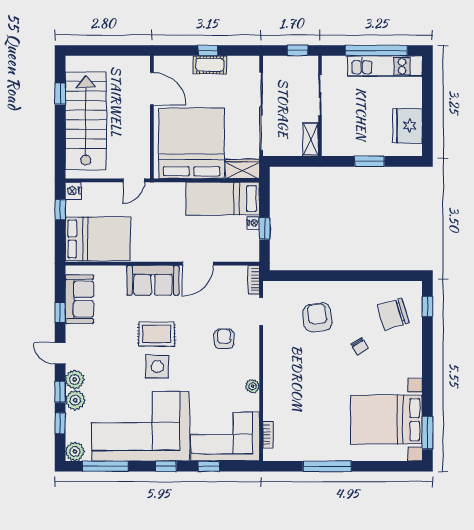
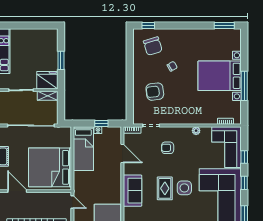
door: (152, 89) -> (17, 191), hinge flipped
fridge: (407, 126) -> (47, 80), moved, turned 180
wardrobe: (242, 169) -> (65, 137), removed
door: (198, 264) -> (122, 153), moved
bed with nightstands: (386, 420) -> (220, 76), moved, turned 90

